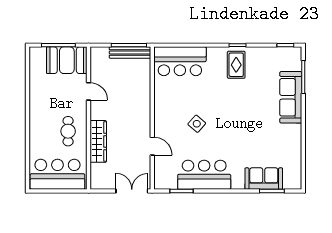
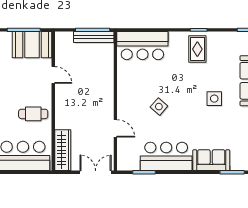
side table: (253, 116) -> (214, 99), added
cafe table: (68, 131) -> (33, 114), turned 90
wardrobe: (98, 141) -> (63, 150), moved
sofa: (264, 179) -> (211, 160), moved

